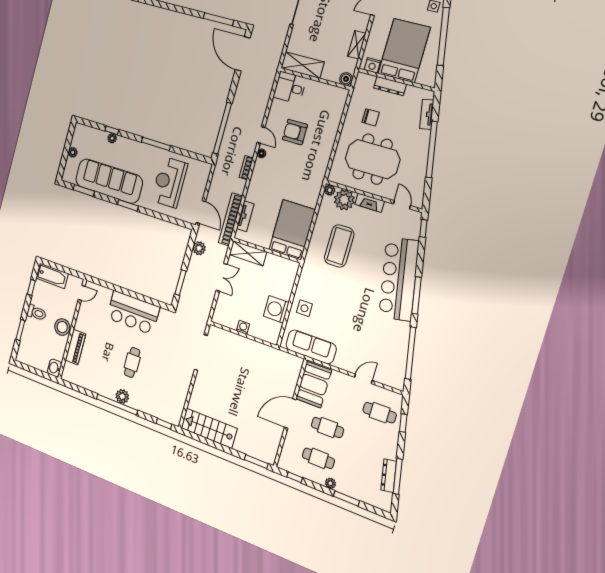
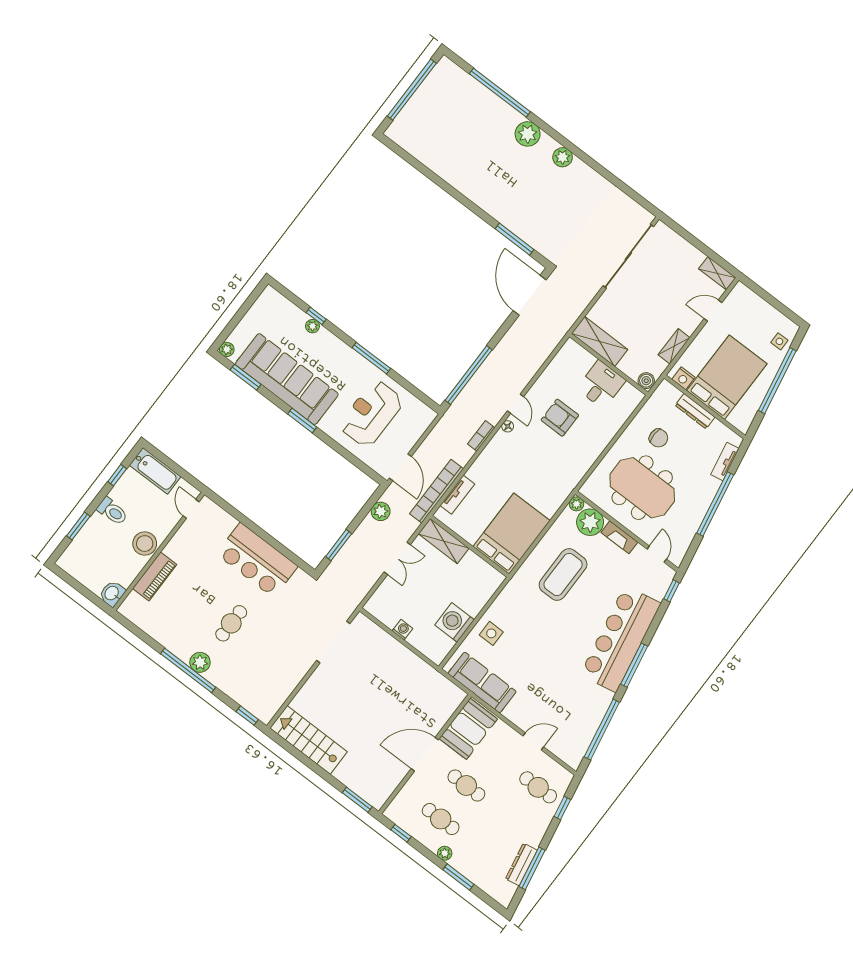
desk: (290, 88) -> (601, 385), moved, turned 90
plant: (73, 152) -> (227, 349), moved
door: (82, 293) -> (191, 509), swing flipped

